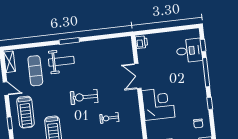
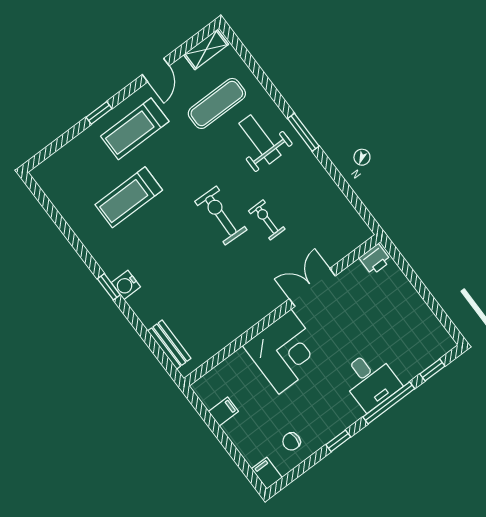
desk: (189, 51) -> (370, 380), moved
weight bench: (61, 61) -> (260, 139), turned 180
exercise bike: (109, 118) -> (267, 220), moved

